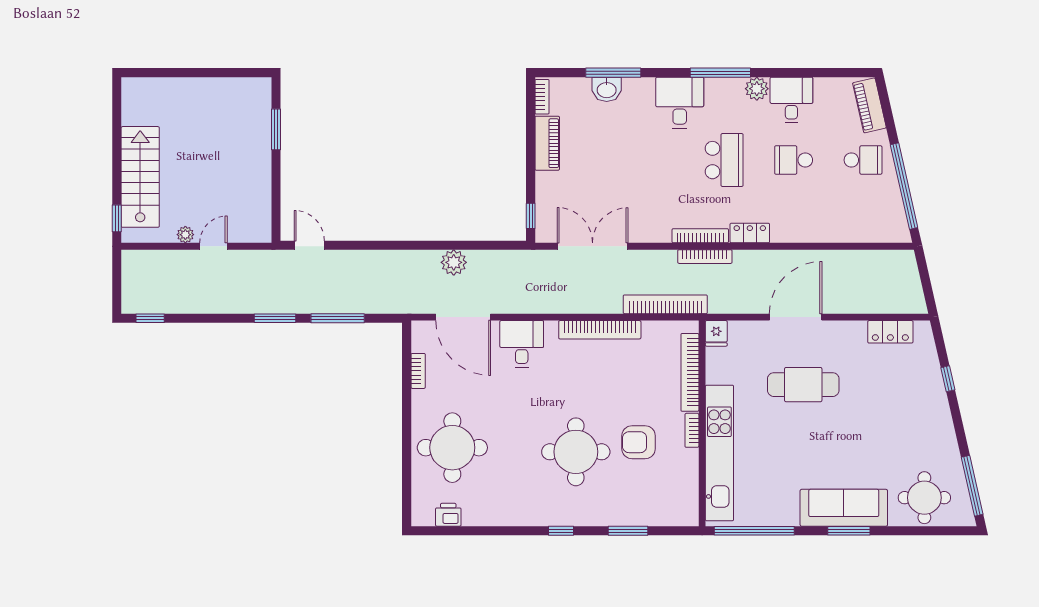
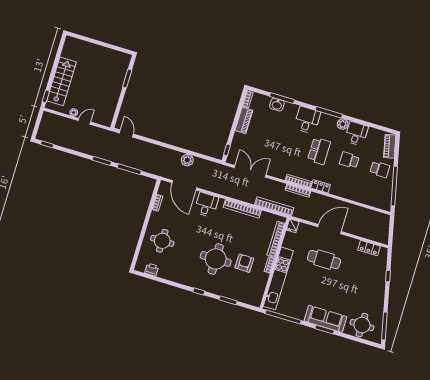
armchair: (639, 442) -> (244, 263), turned 91
round table: (452, 448) -> (162, 241), width x0.73, depth x0.73

